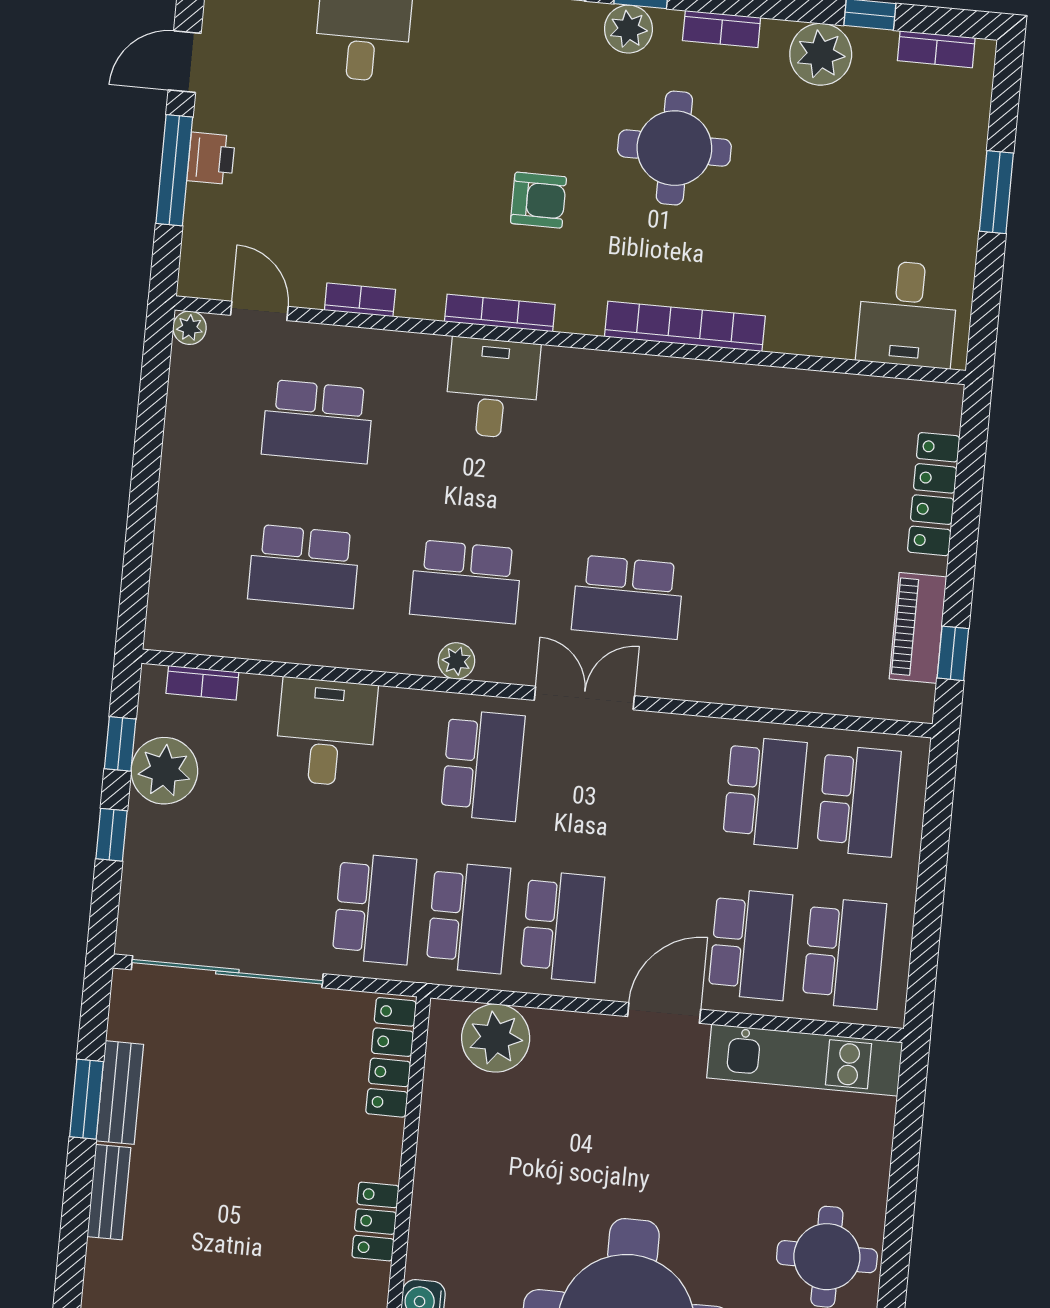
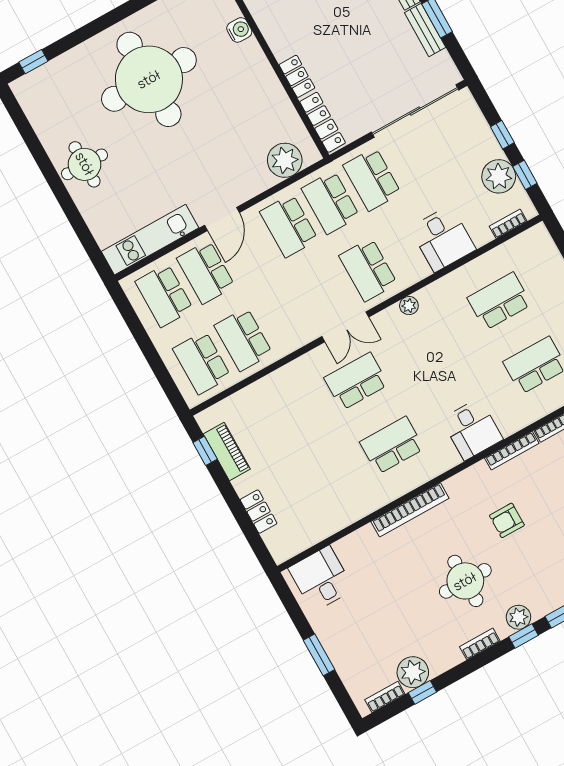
plant: (821, 54) -> (413, 672), moved
bookcase: (500, 313) -> (512, 451), moved
locker: (934, 494) -> (259, 512), width x0.66
school desk: (466, 582) -> (392, 445), moved
locker: (375, 1222) -> (297, 76), moved

